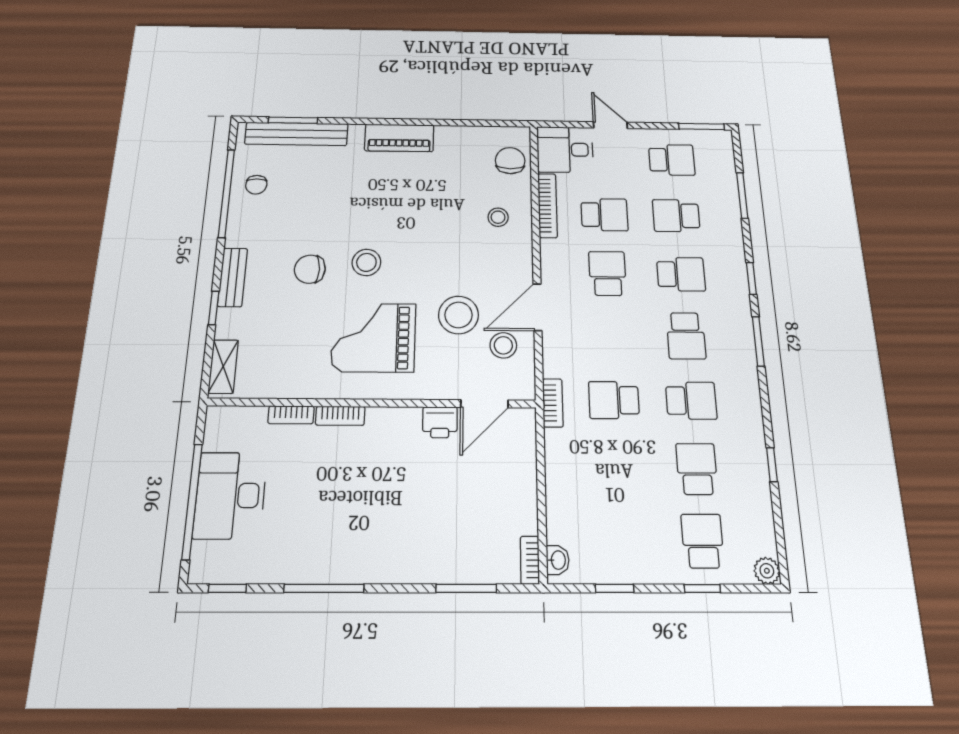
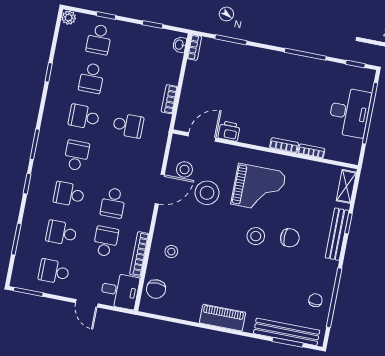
school desk: (604, 215) -> (106, 241), turned 90
school desk: (676, 216) -> (61, 233), turned 180
bench: (233, 277) -> (337, 234), width x1.36
bookcase: (553, 403) -> (169, 99), moved

